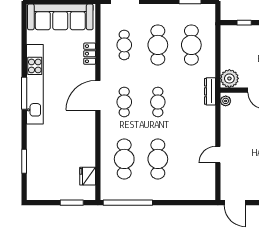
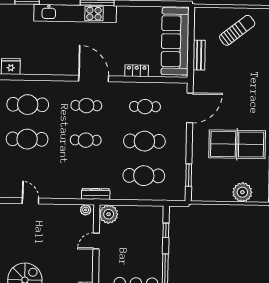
kitchen unit: (35, 84) -> (75, 13), moved

